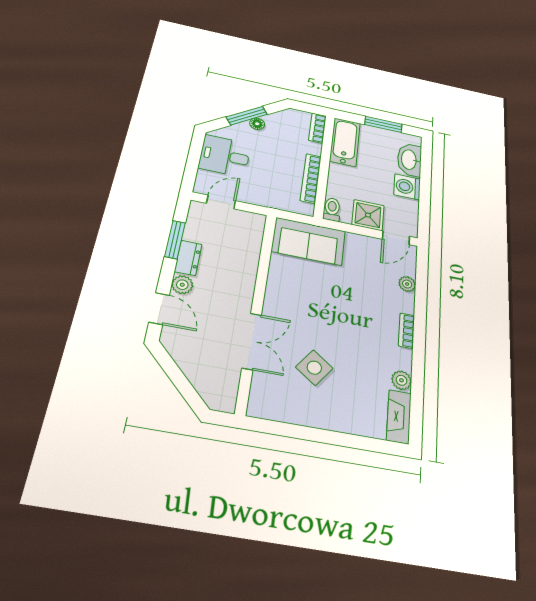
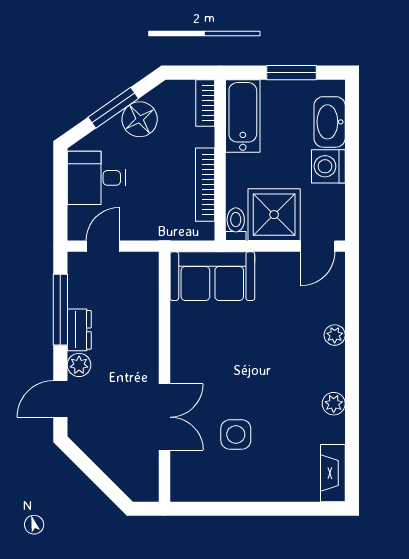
floor lamp: (257, 124) -> (140, 119), width x1.89, depth x1.89
shower: (368, 215) -> (274, 215), width x1.36, depth x1.36
window: (175, 240) -> (60, 310), width x1.44
plant: (407, 284) -> (335, 335), moved
door: (159, 309) -> (60, 399), swing flipped
bookcase: (406, 331) -> (337, 369), removed
side table: (314, 368) -> (236, 434), turned -36
plant: (402, 380) -> (334, 404), moved

